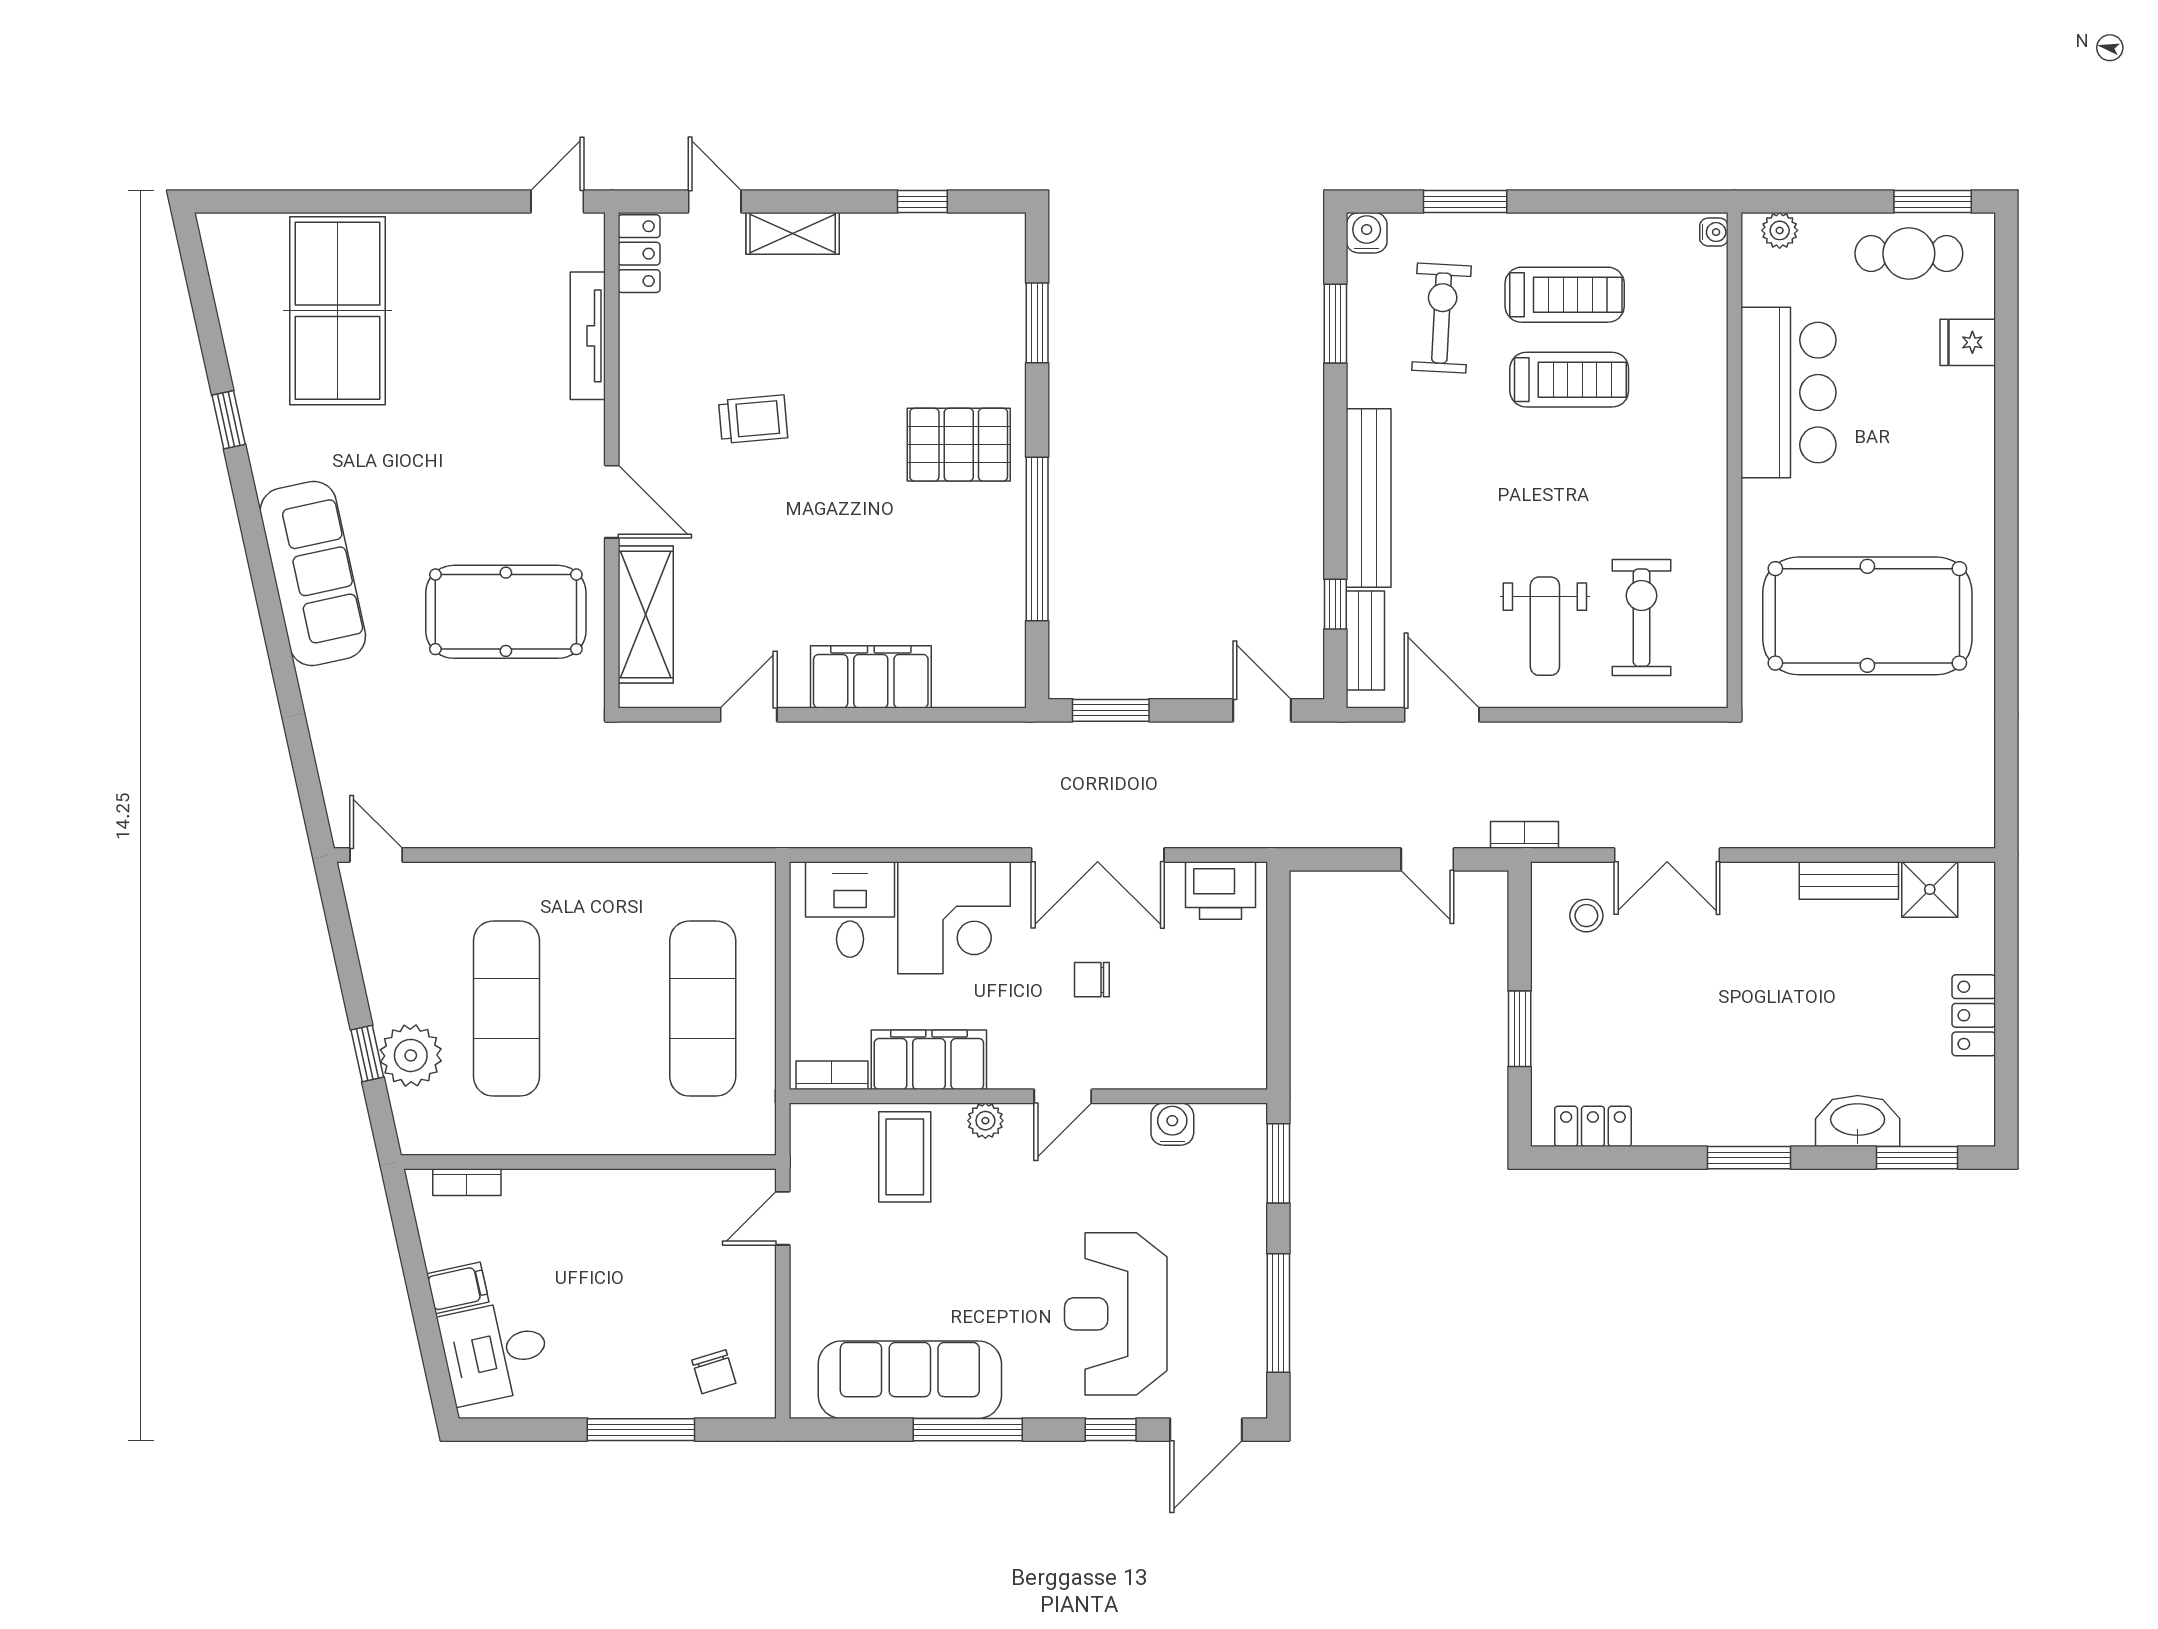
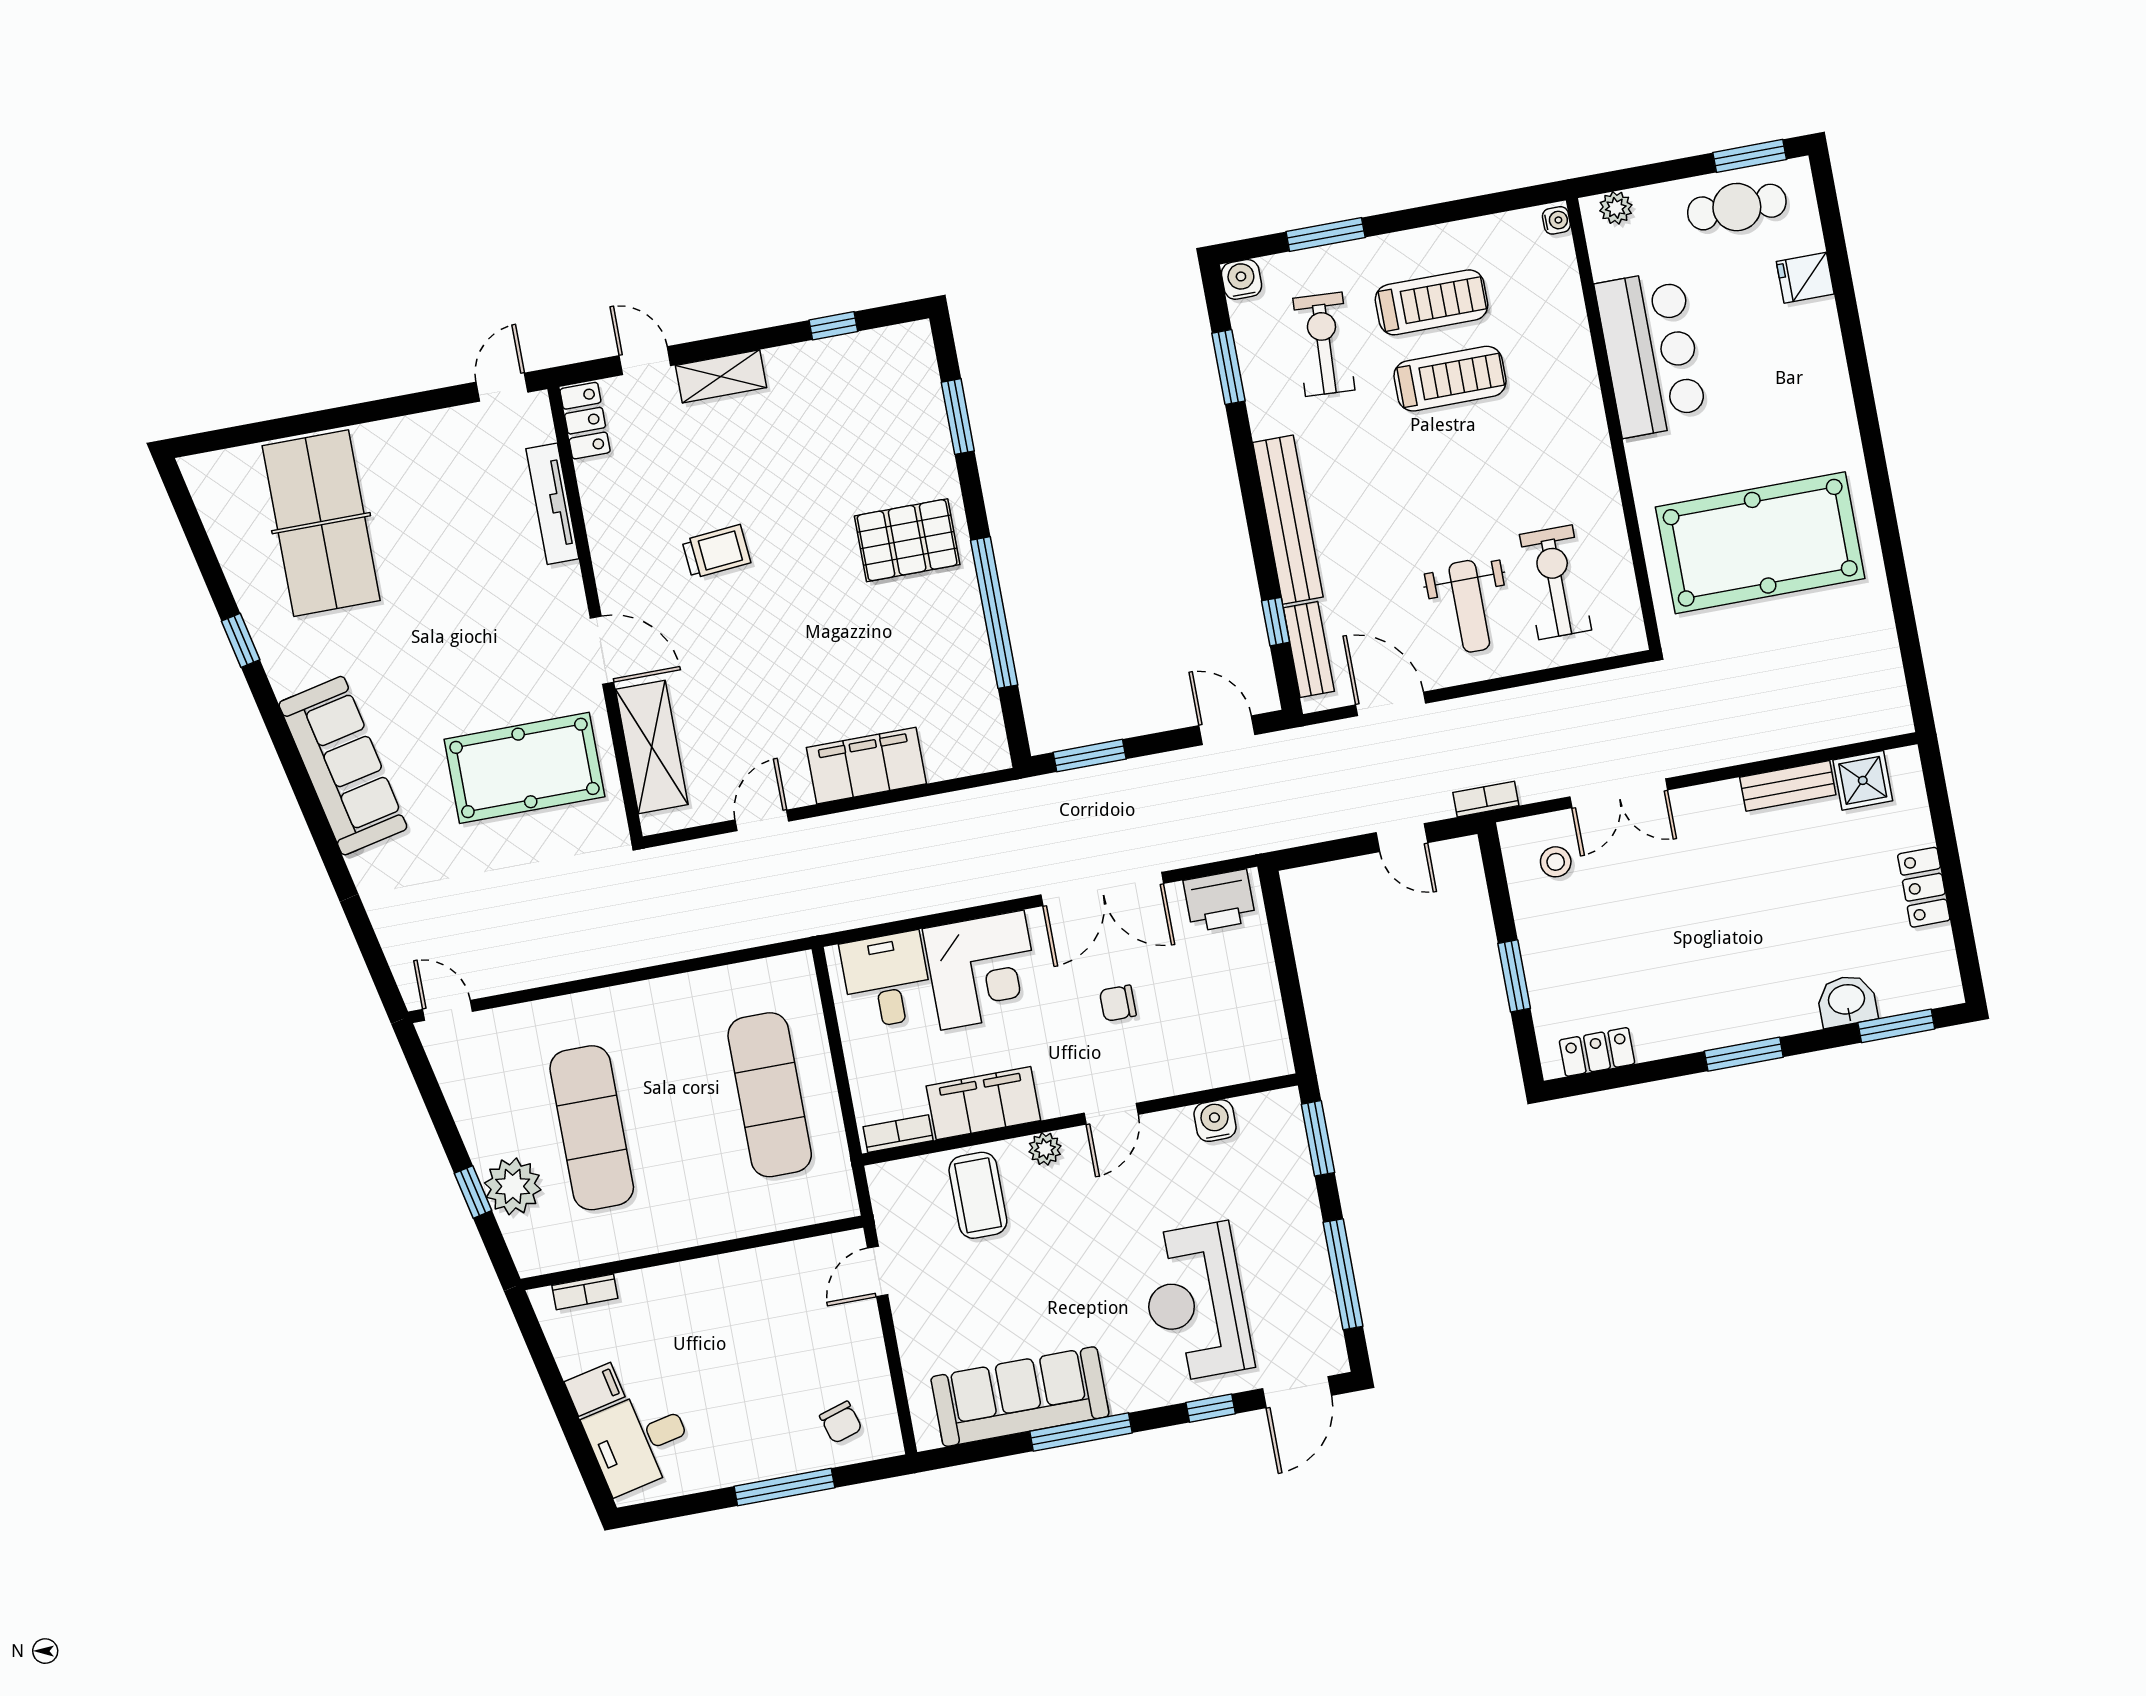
washbasin: (1858, 1121) -> (1847, 1001), width x0.72

